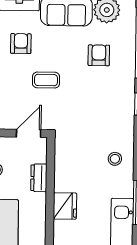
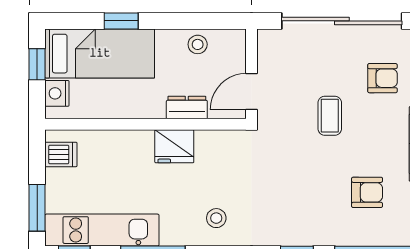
door: (29, 133) -> (252, 92), swing flipped
fridge: (65, 206) -> (174, 146), moved

